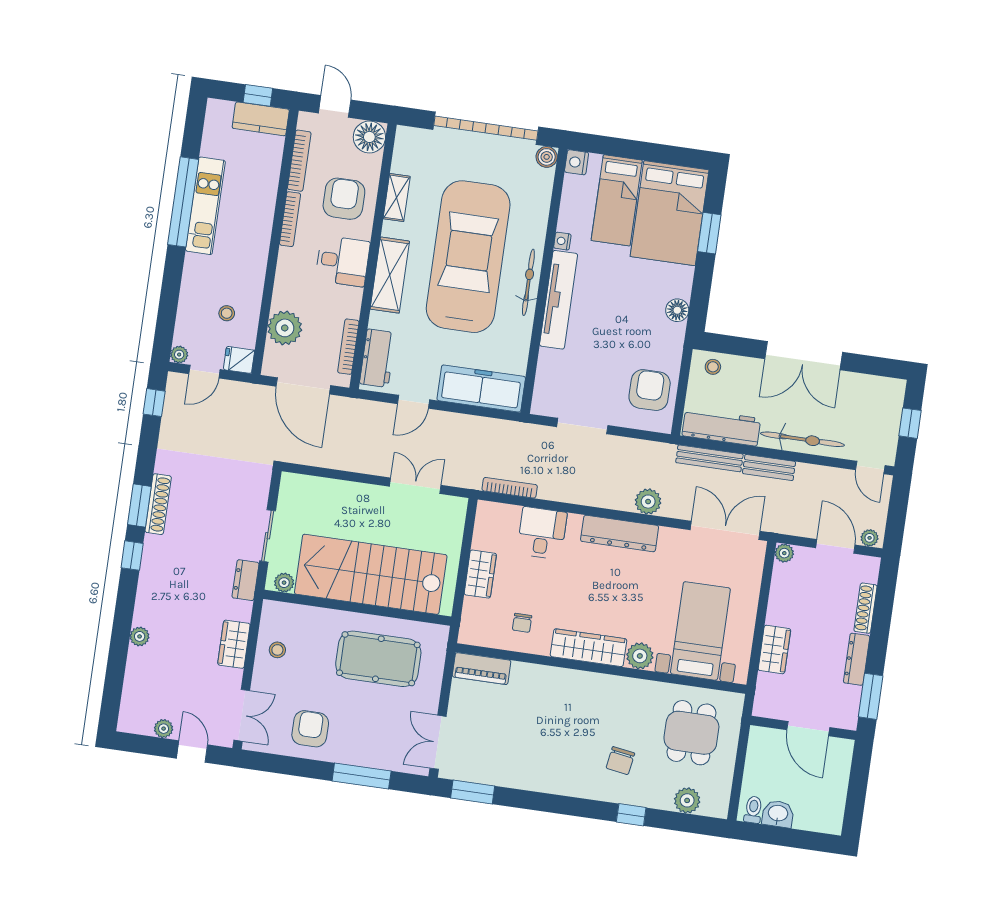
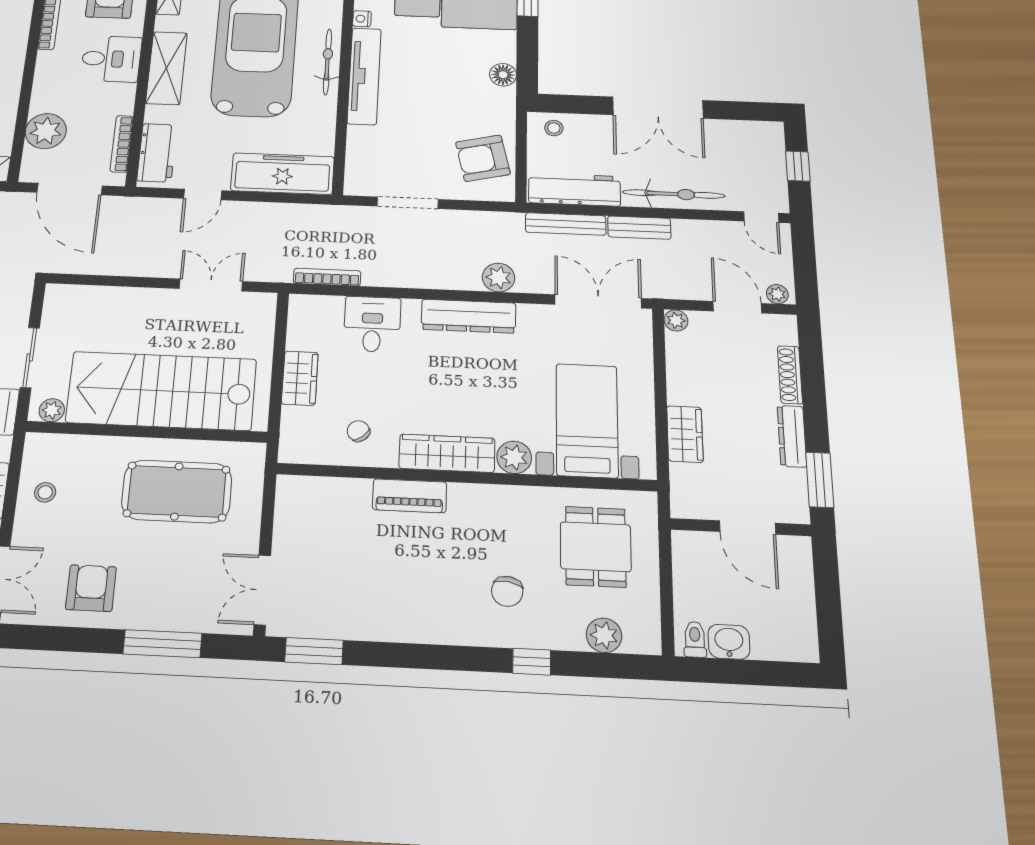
armchair: (650, 390) -> (483, 158), turned -103
chair: (522, 623) -> (358, 431), turned 141
piano: (482, 669) -> (410, 496), moved

